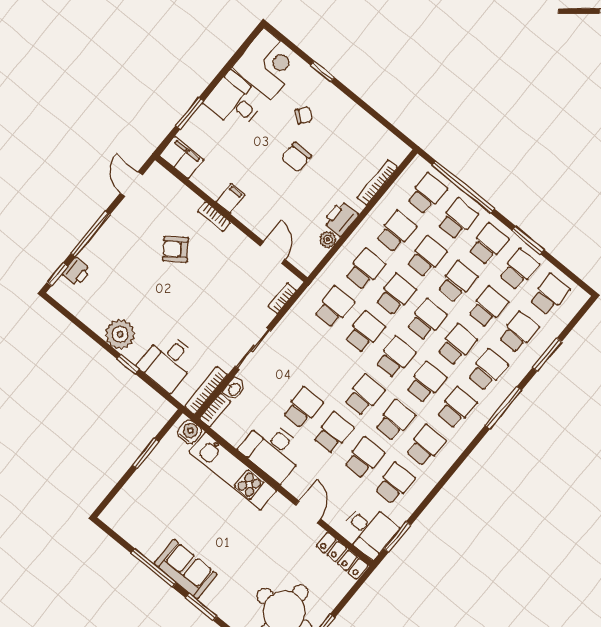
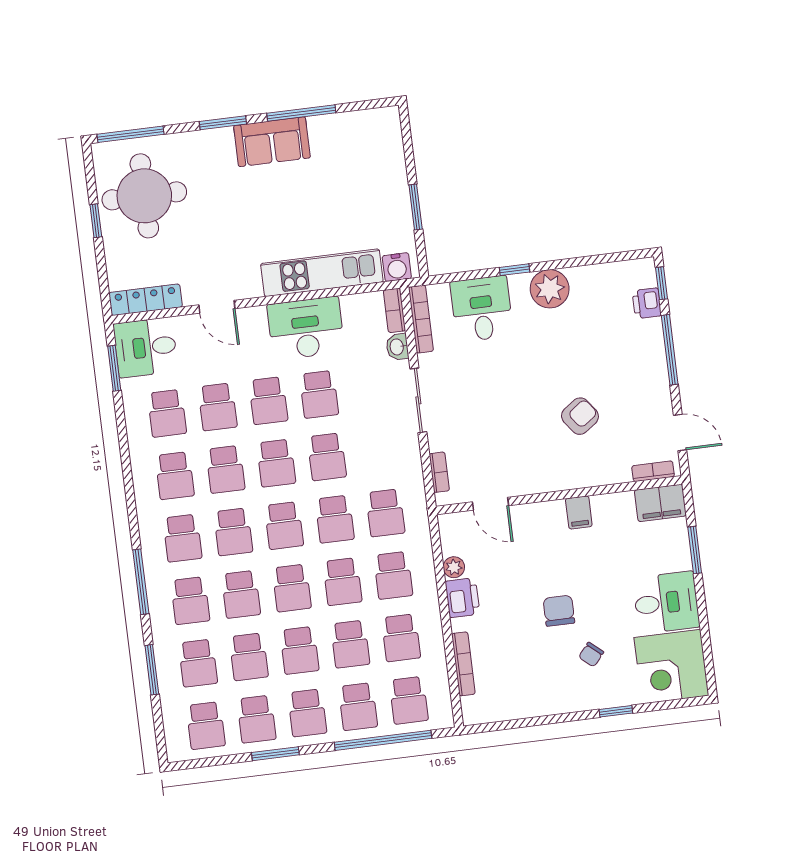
bookcase: (214, 217) -> (653, 471), moved
school desk: (334, 370) -> (327, 457), added

